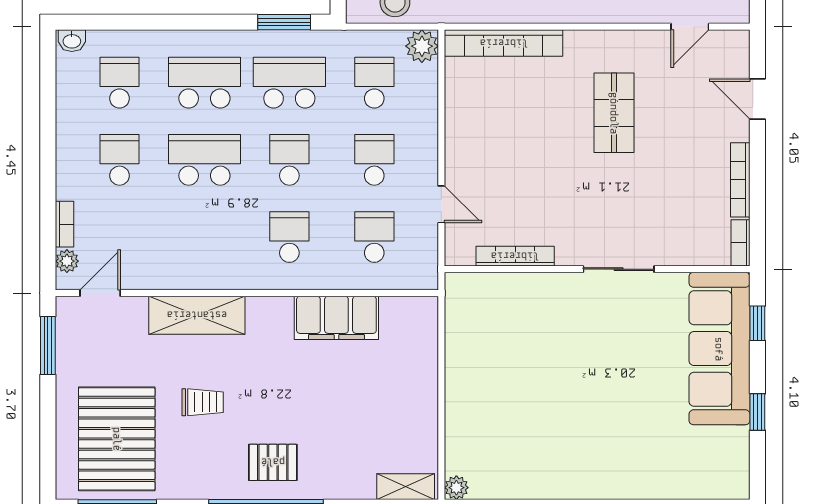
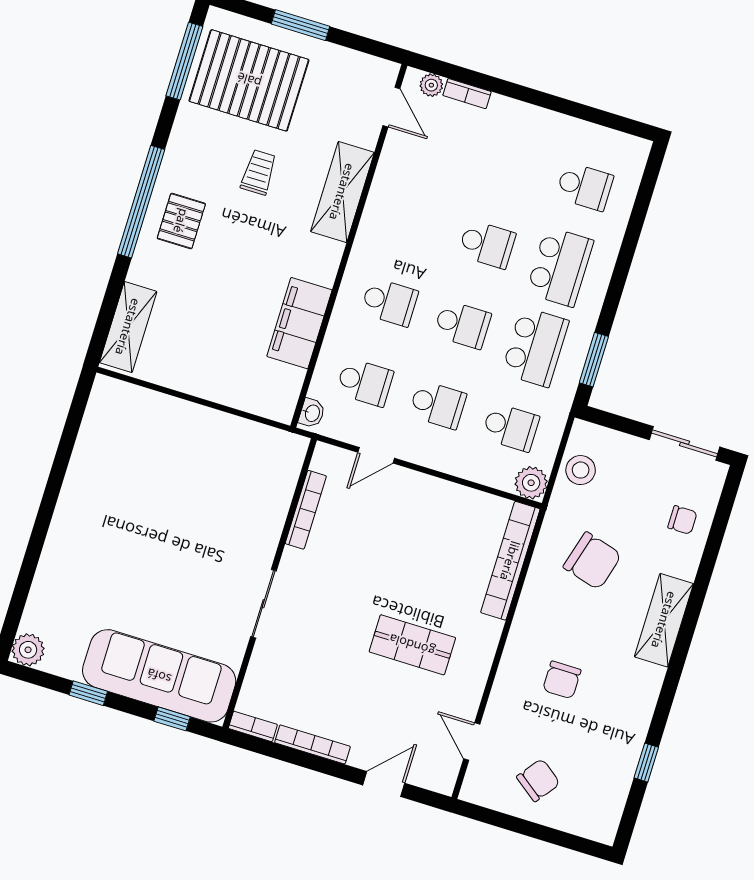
washbasin: (72, 41) -> (312, 413), moved, turned 180
school desk: (120, 160) -> (512, 164), removed
school desk: (204, 160) -> (487, 244), width x0.54
window: (48, 345) -> (300, 25), moved
trolley: (203, 402) -> (259, 172), turned 180
shelving: (406, 487) -> (128, 327), width x1.50, depth x1.33
plant: (456, 488) -> (28, 650), moved, width x1.38, depth x1.38

